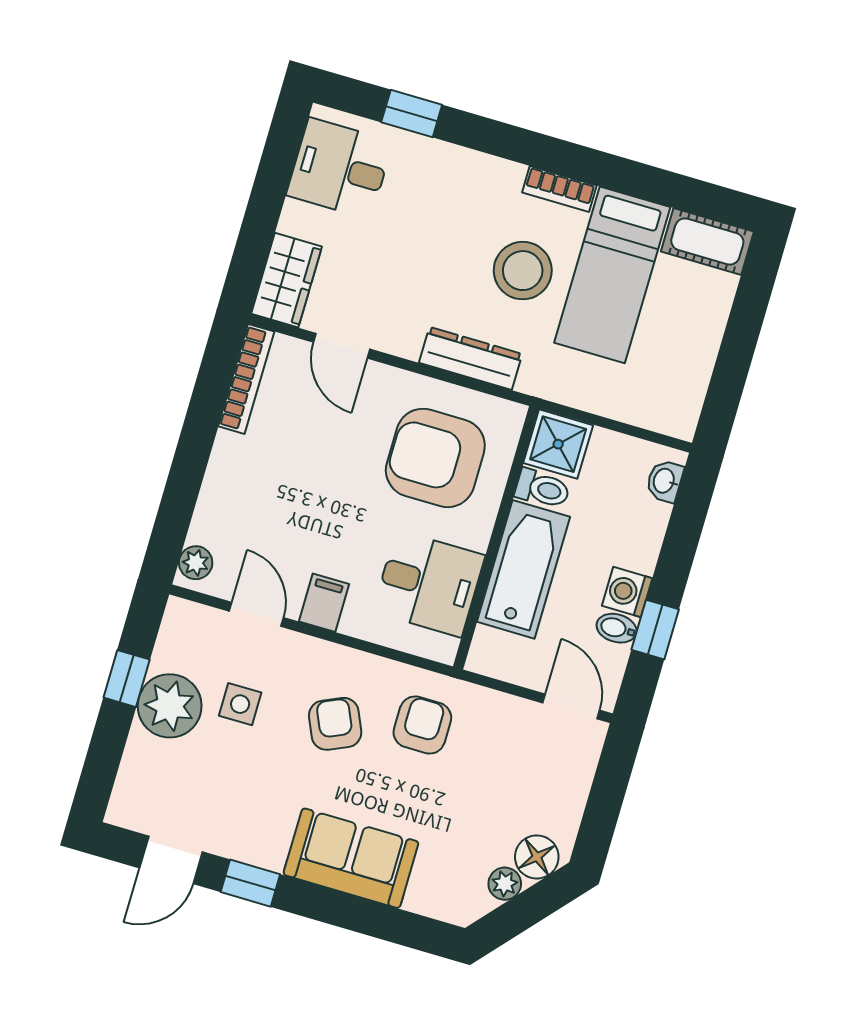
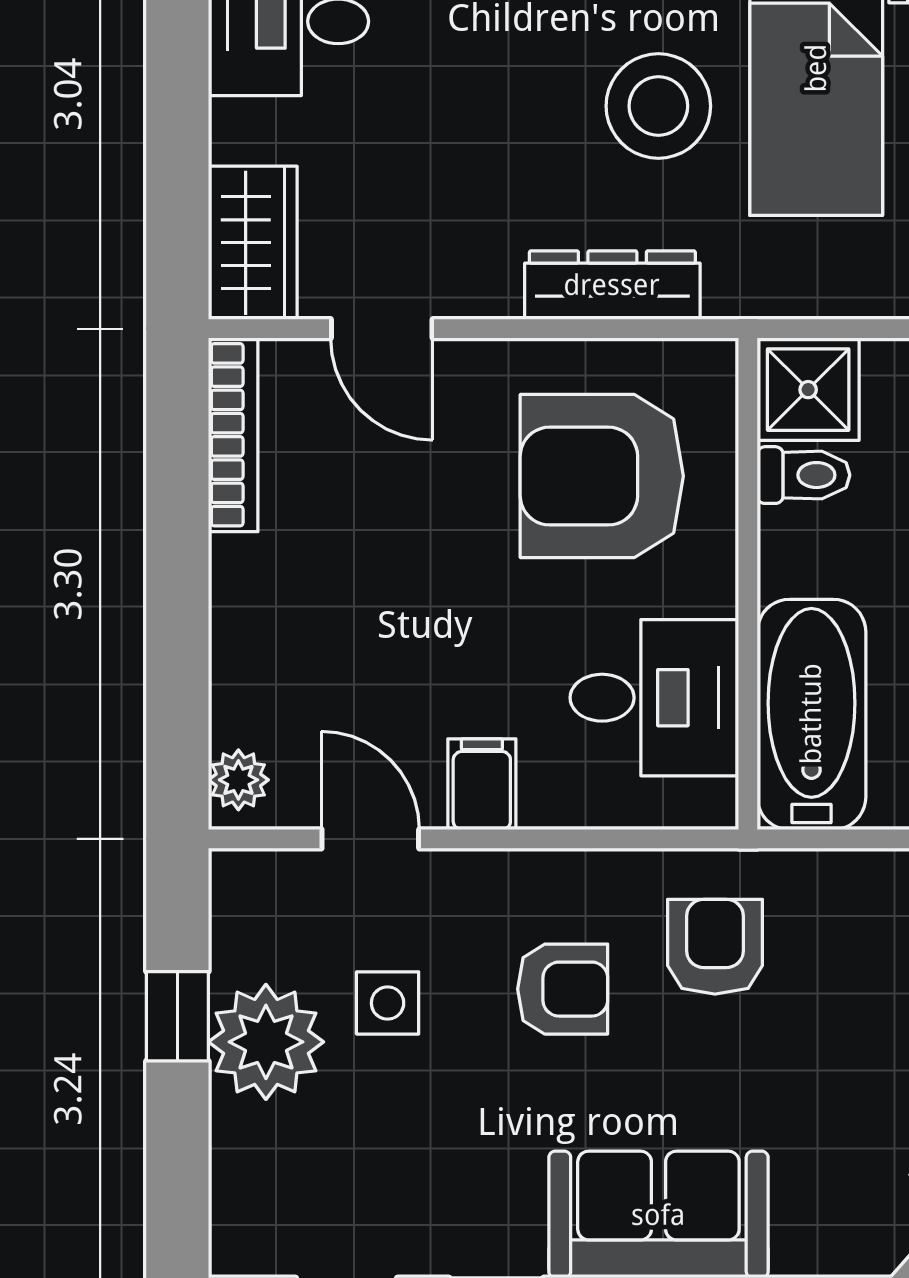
bathtub: (523, 569) -> (811, 714), moved
armchair: (335, 724) -> (563, 989), turned 114

